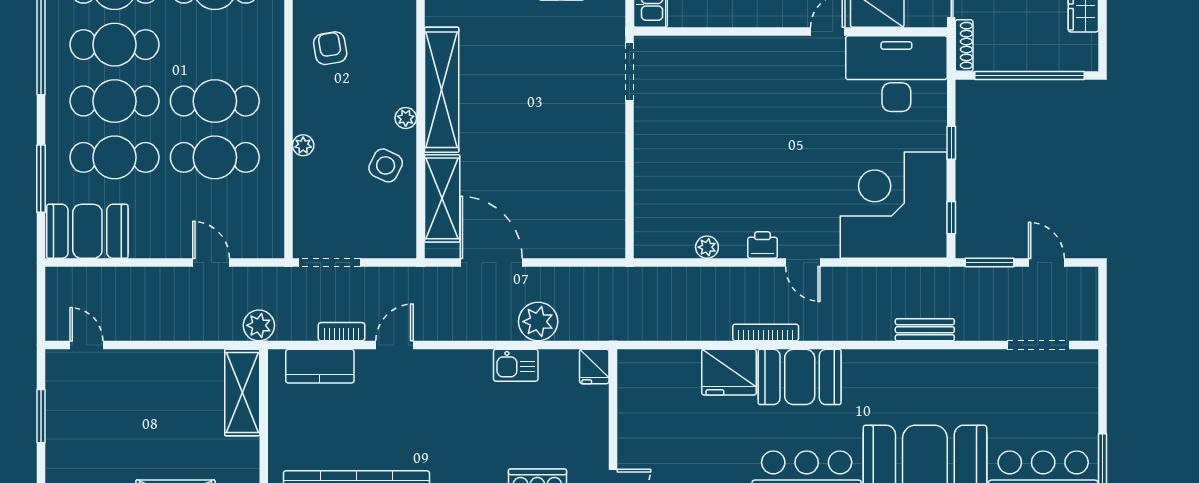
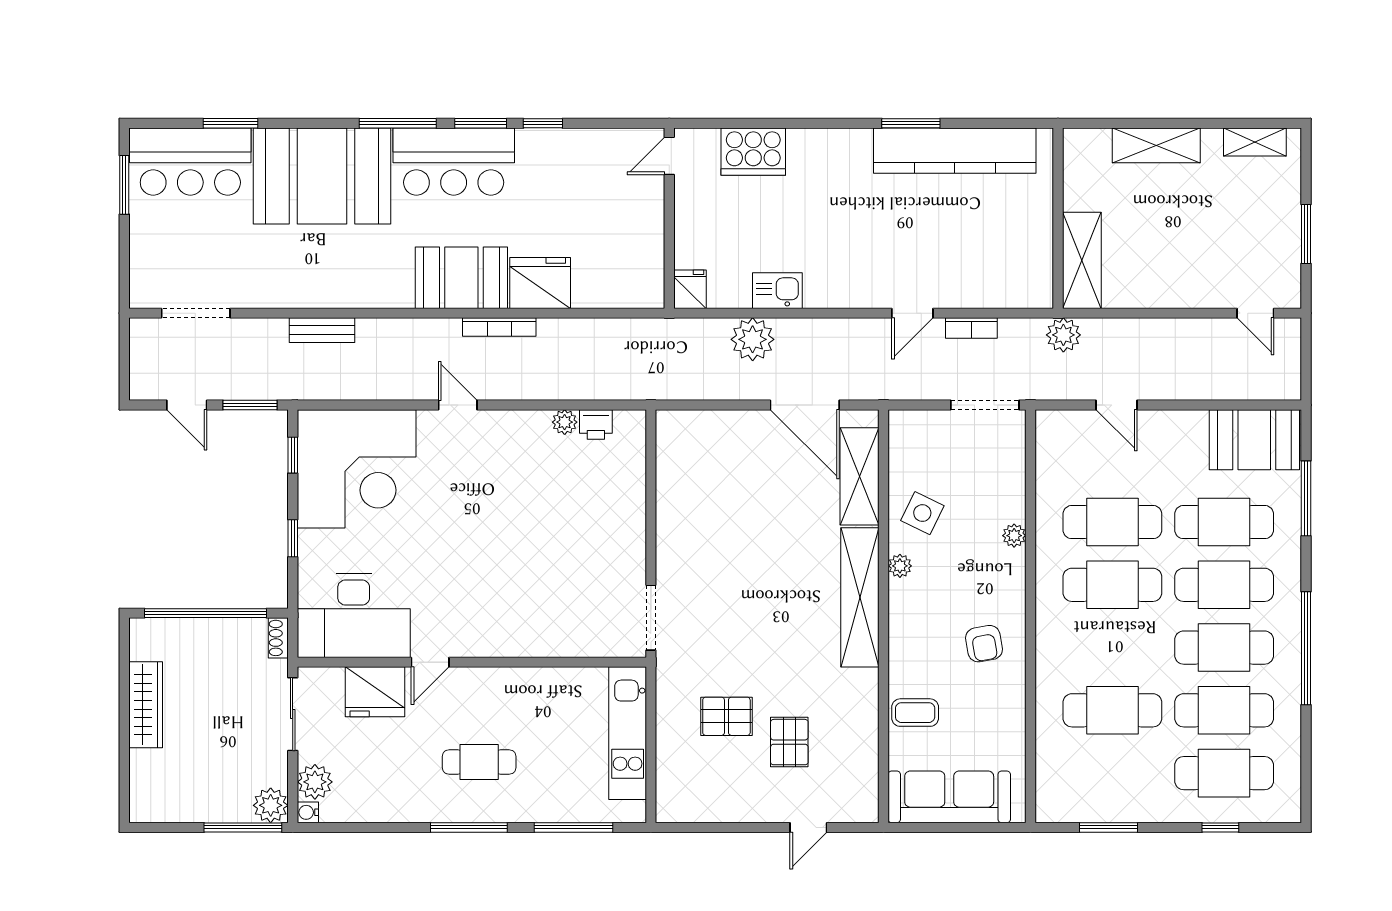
shoe rack: (964, 46) -> (278, 638), width x0.70
printer: (762, 245) -> (596, 424), moved
kitchen counter: (320, 366) -> (995, 290), removed

